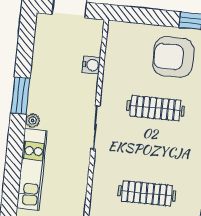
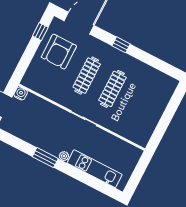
water cooler: (91, 65) -> (21, 93), moved
clothes rail: (147, 193) -> (112, 89), moved

